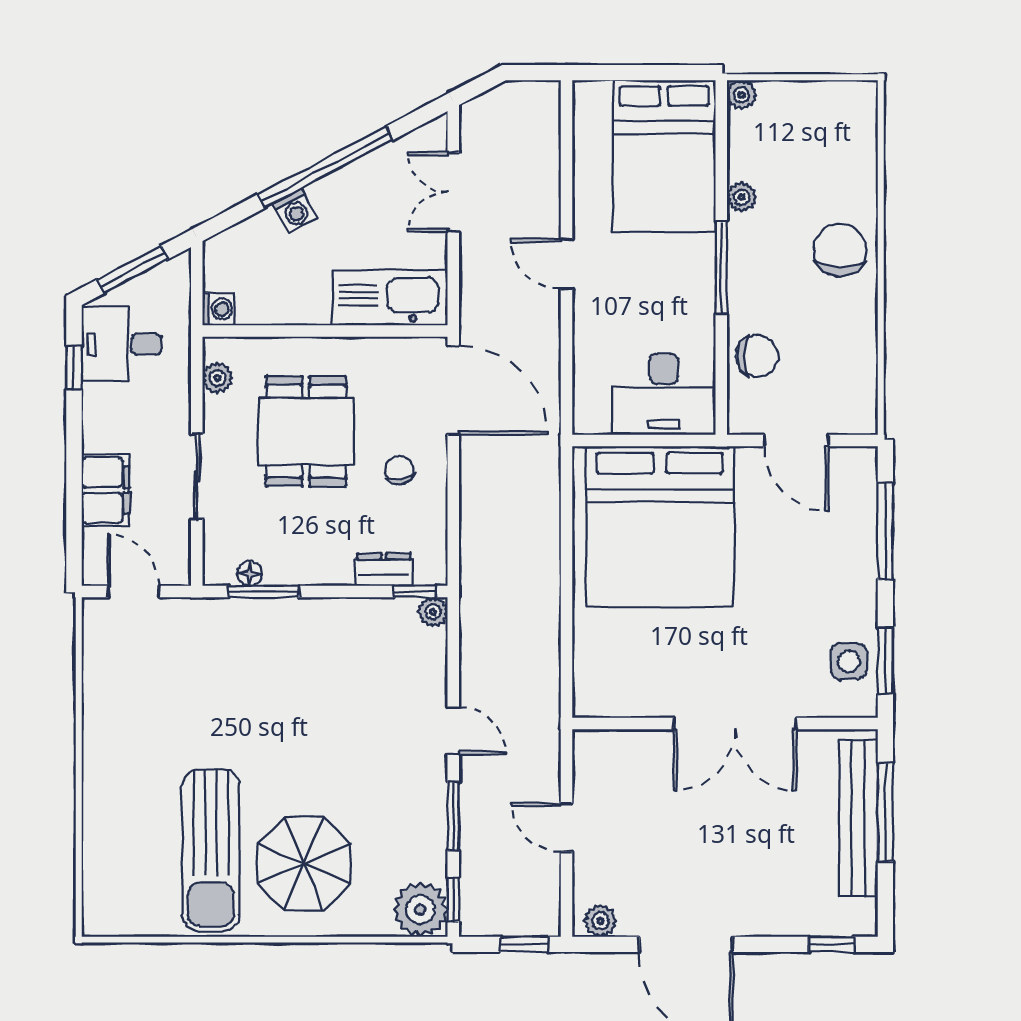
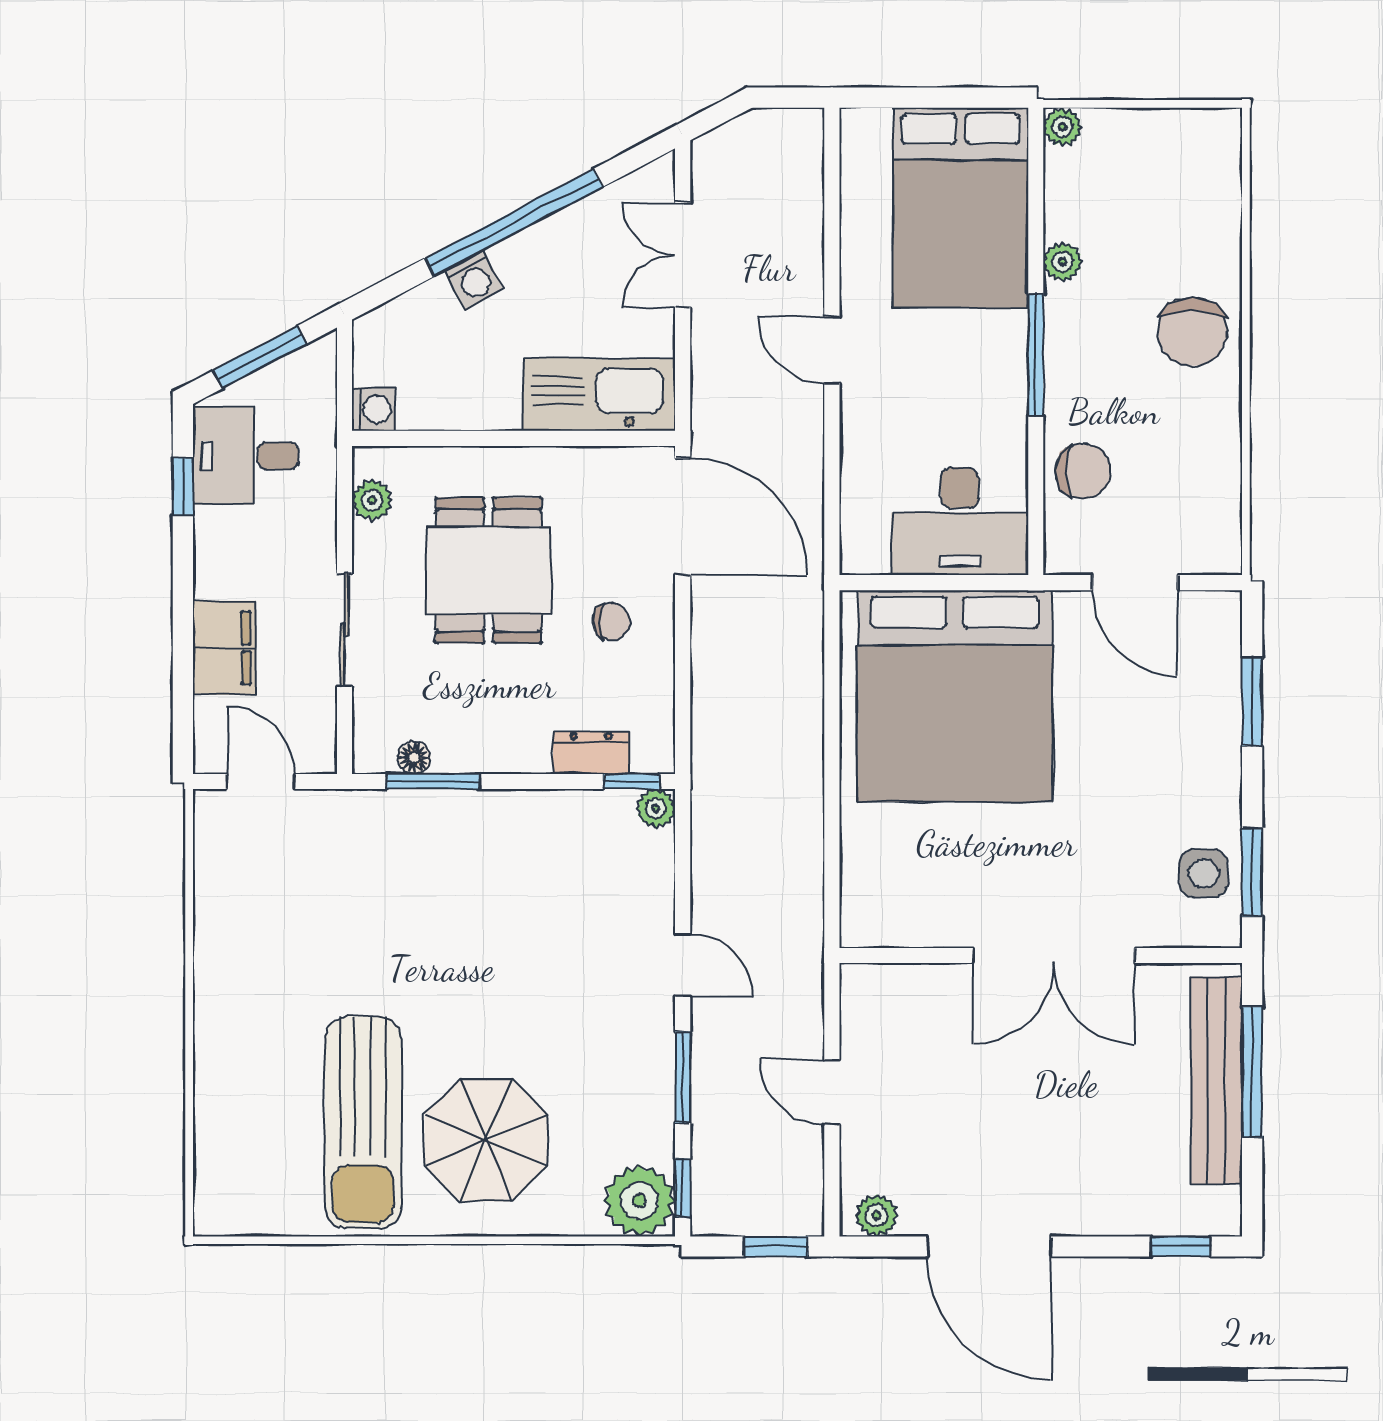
chair: (840, 250) -> (1192, 332), turned 180
chair: (399, 470) -> (611, 622), turned 100
window: (885, 531) -> (1252, 702), width x0.69

